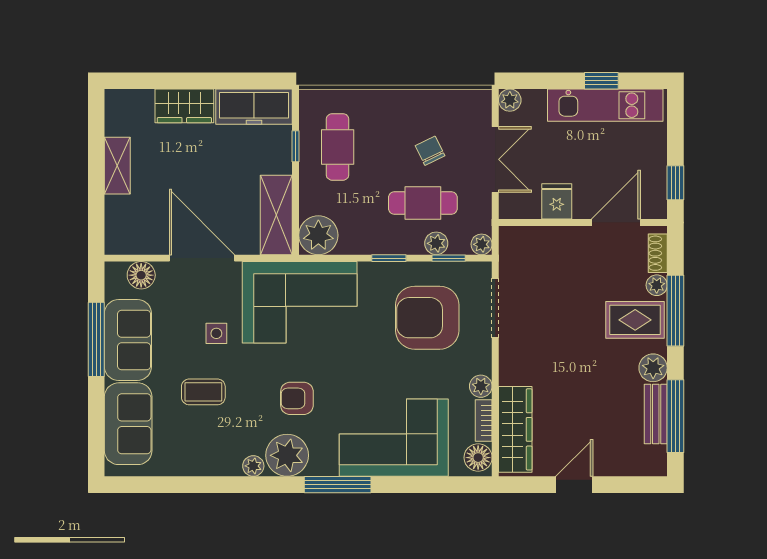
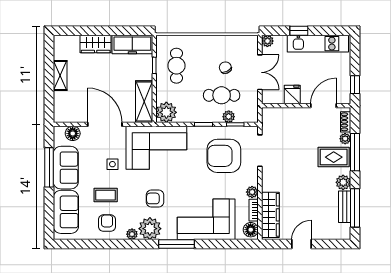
window: (601, 81) -> (299, 31), moved
plant: (482, 244) -> (253, 117), removed
armchair: (206, 445) -> (107, 223), added

